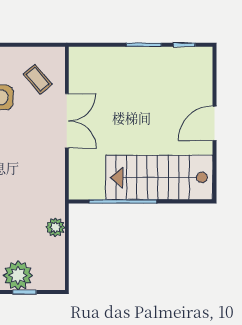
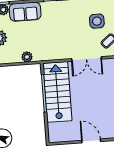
stairs: (159, 177) -> (57, 92), moved

